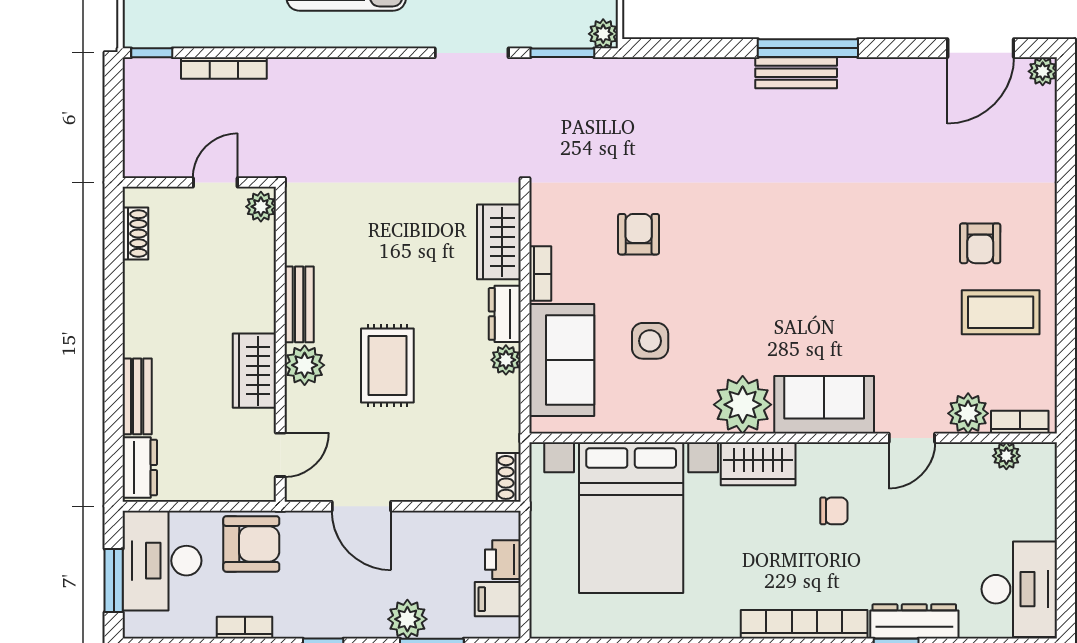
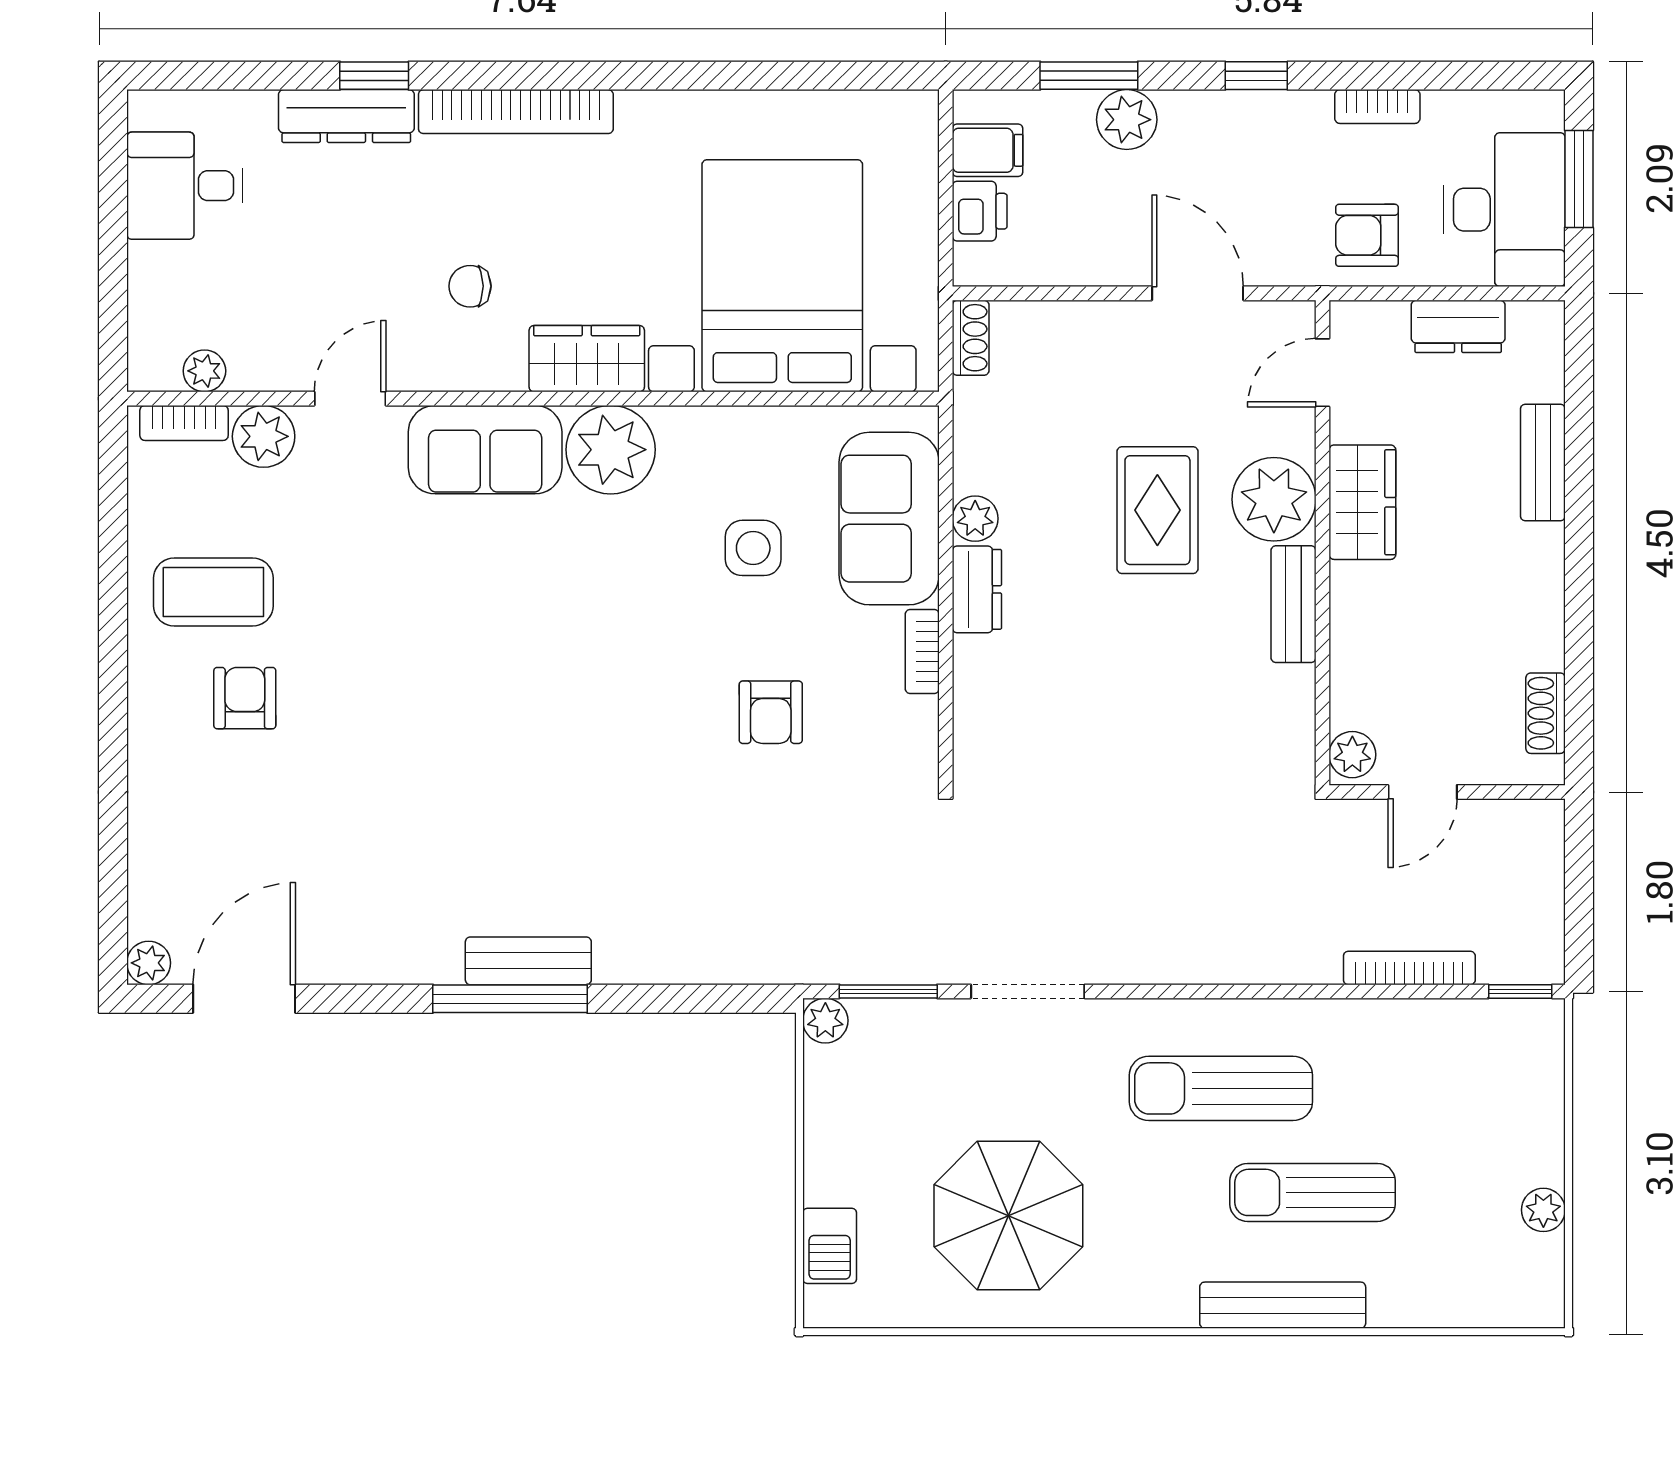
wardrobe: (499, 242) -> (986, 700), removed
plant: (305, 365) -> (1274, 499), width x1.36, depth x1.36
dresser: (140, 468) -> (1458, 326), moved, turned -90
armchair: (251, 544) -> (1367, 235), width x0.72, depth x0.72
desk: (1019, 589) -> (185, 186), width x0.73

